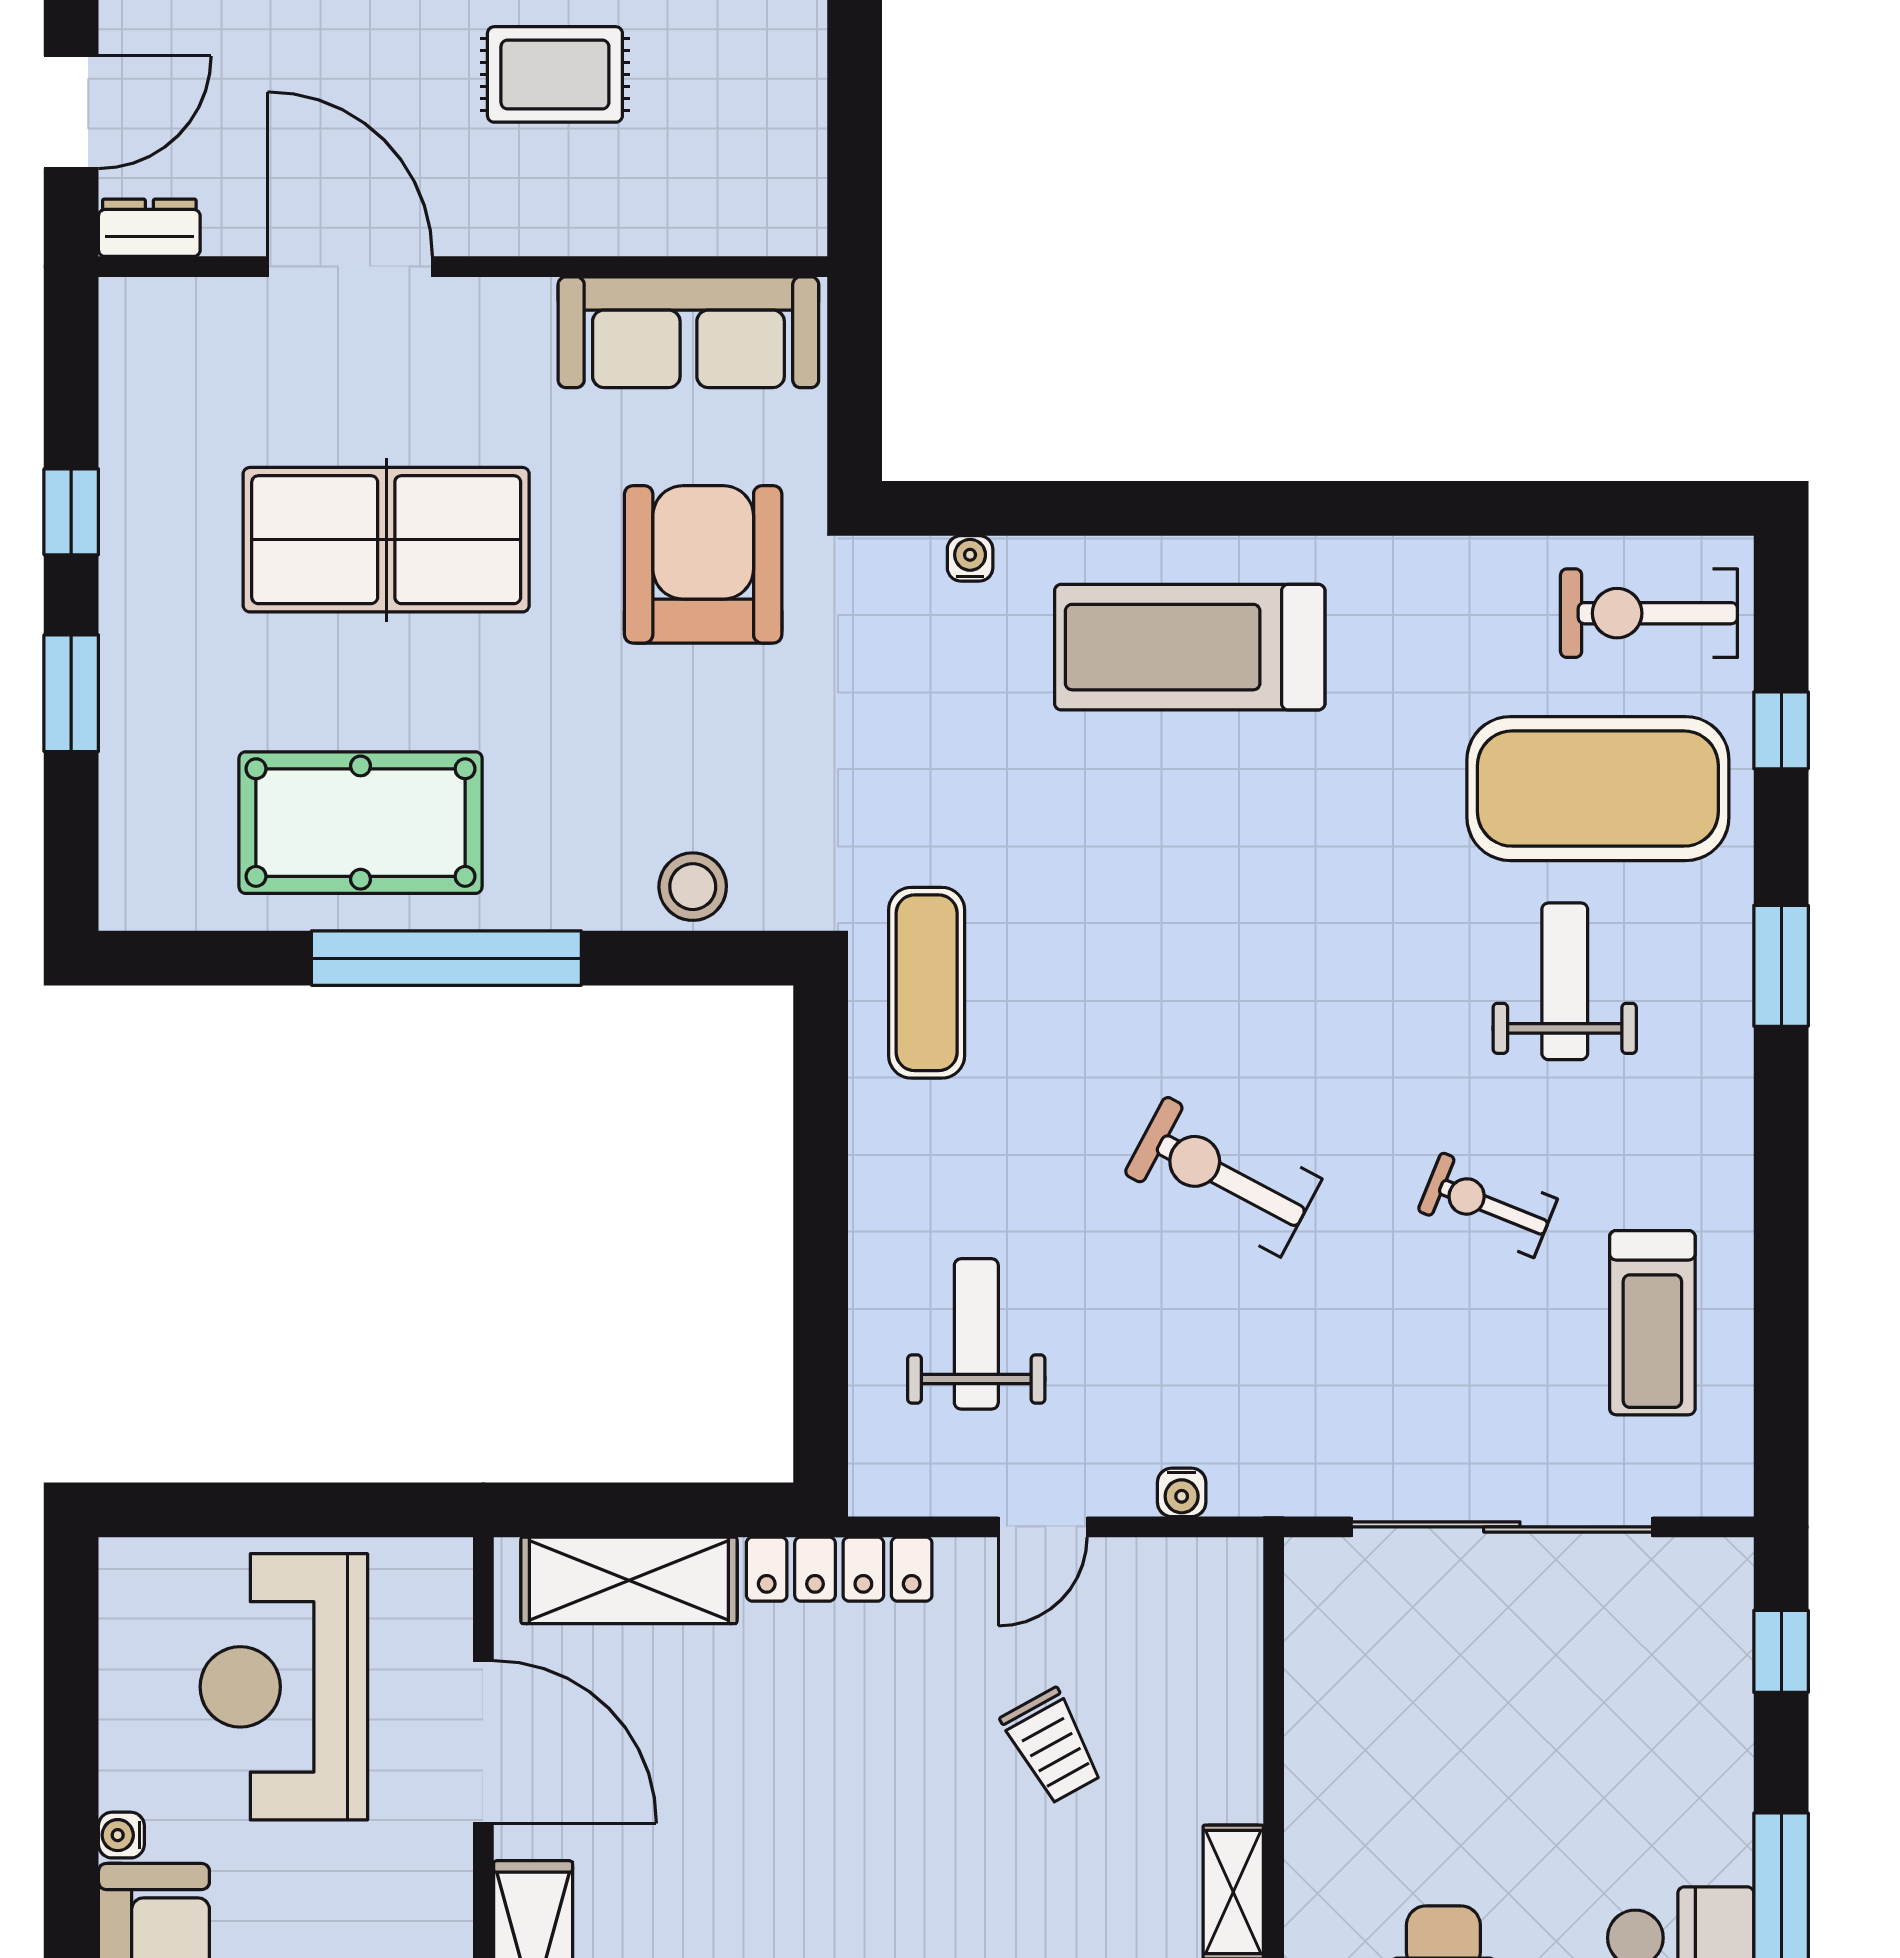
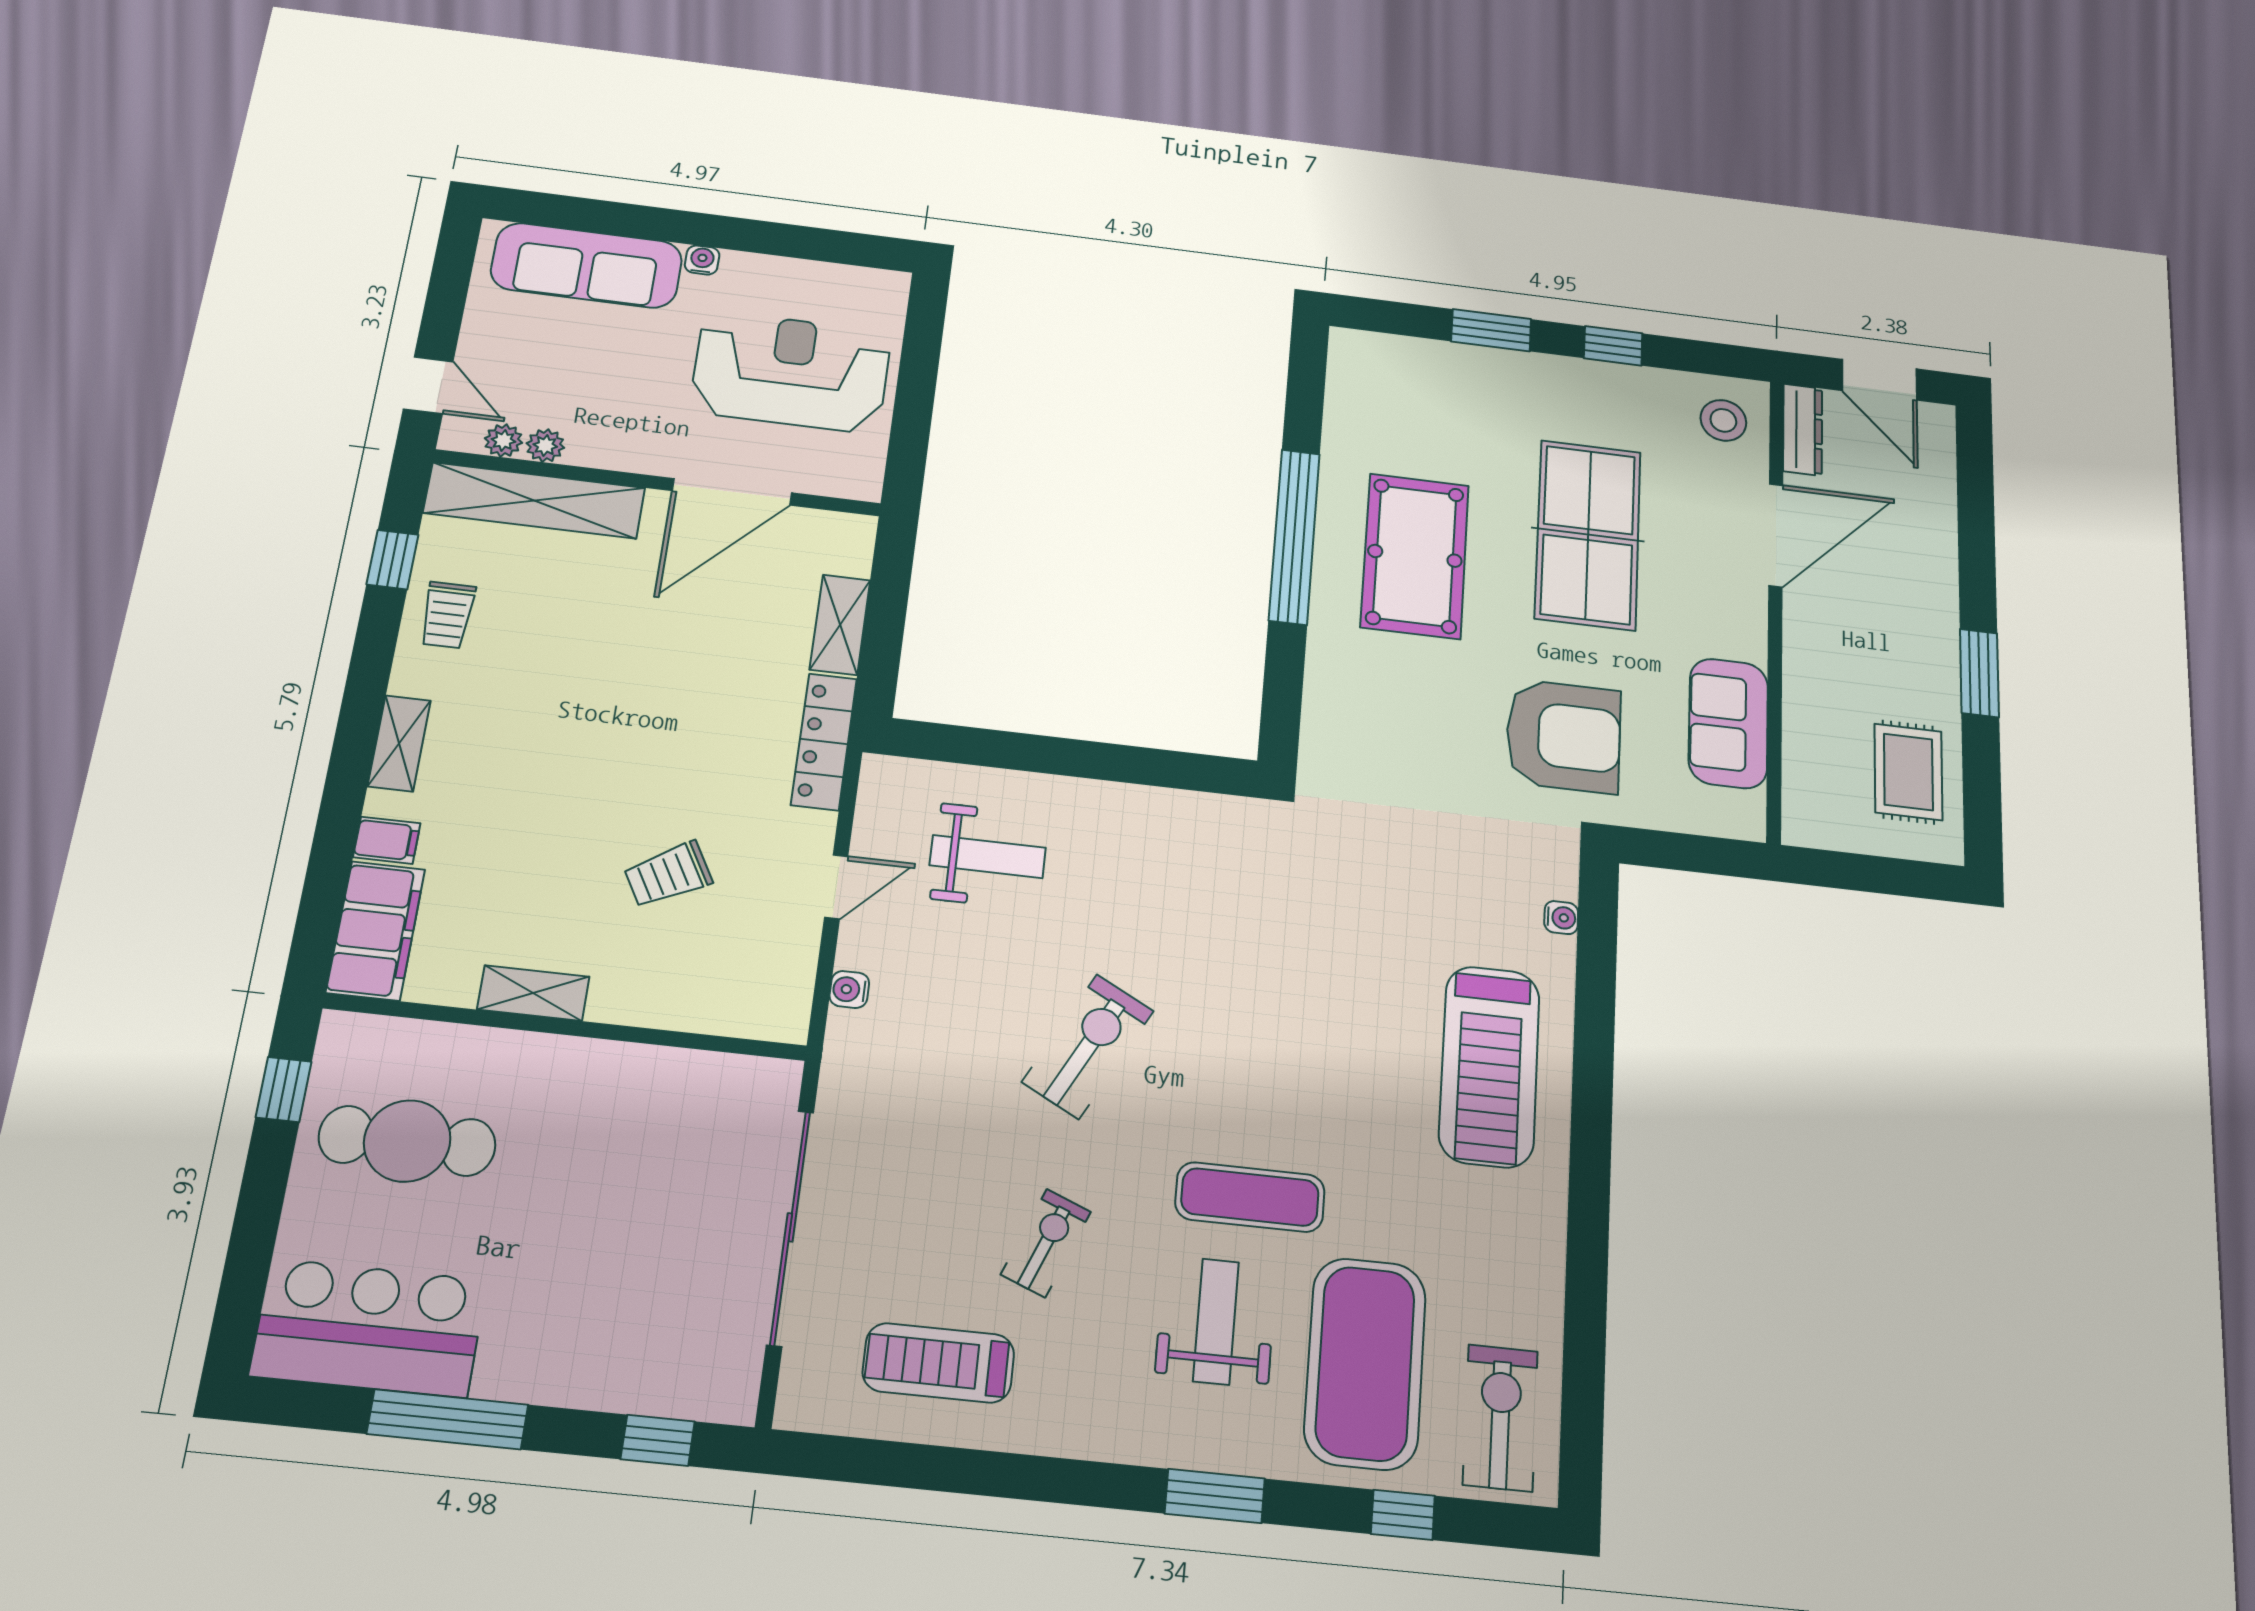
rug: (555, 74) -> (1908, 772), moved
dresser: (149, 228) -> (1803, 430), width x1.44
sofa: (688, 332) -> (1728, 723), width x0.73
treadmill: (1190, 647) -> (1489, 1066), turned 180
pool table: (361, 823) -> (1415, 556), moved
stool: (693, 887) -> (1723, 420), moved
weight bench: (1565, 981) -> (1216, 1321), turned -90
exercise mat: (927, 983) -> (1250, 1197), moved
door: (1043, 1527) -> (836, 887), swing flipped
shelving: (629, 1580) -> (840, 625), width x0.67, depth x0.75

